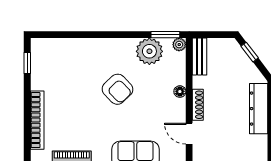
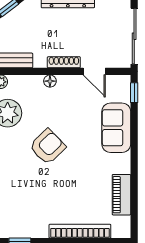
door: (189, 134) -> (94, 71), hinge flipped

